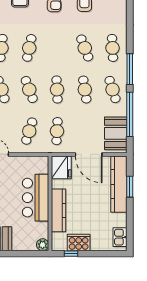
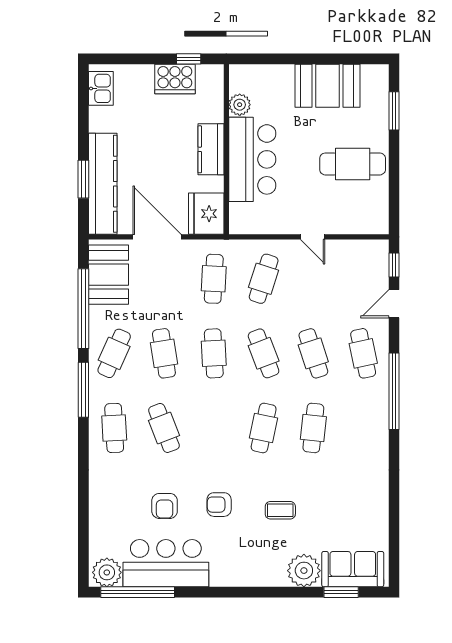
cafe table: (113, 90) -> (114, 353), turned 42
kitchen counter: (59, 210) -> (211, 149), width x0.67
plant: (43, 245) -> (240, 105), moved

